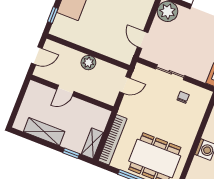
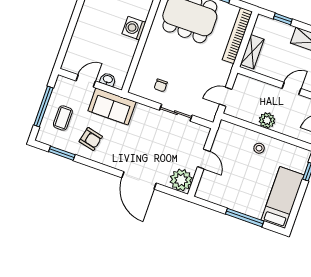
stool: (96, 38) -> (259, 148), added
door: (143, 40) -> (204, 159), moved
shelving: (92, 143) -> (252, 52), moved

